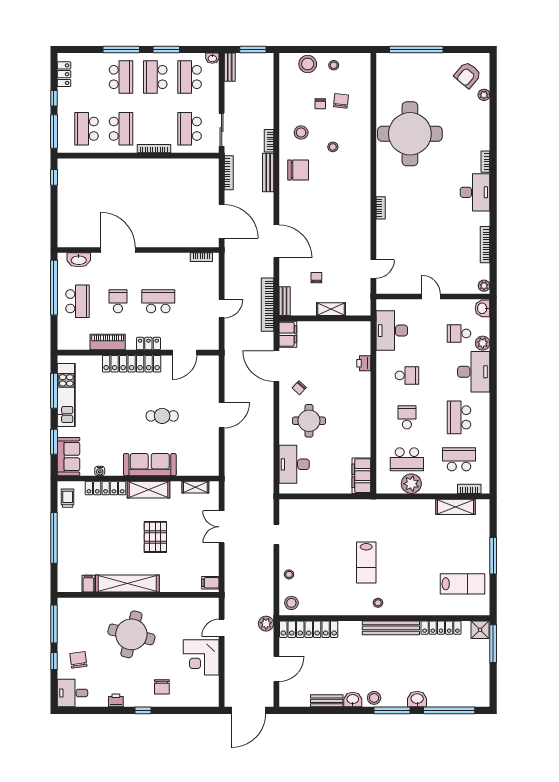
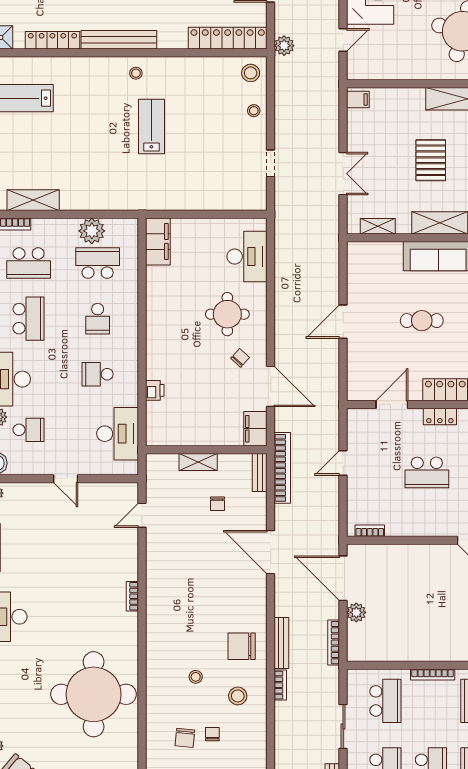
sliding door: (222, 130) -> (343, 726), moved
plant: (212, 196) -> (356, 612), added

